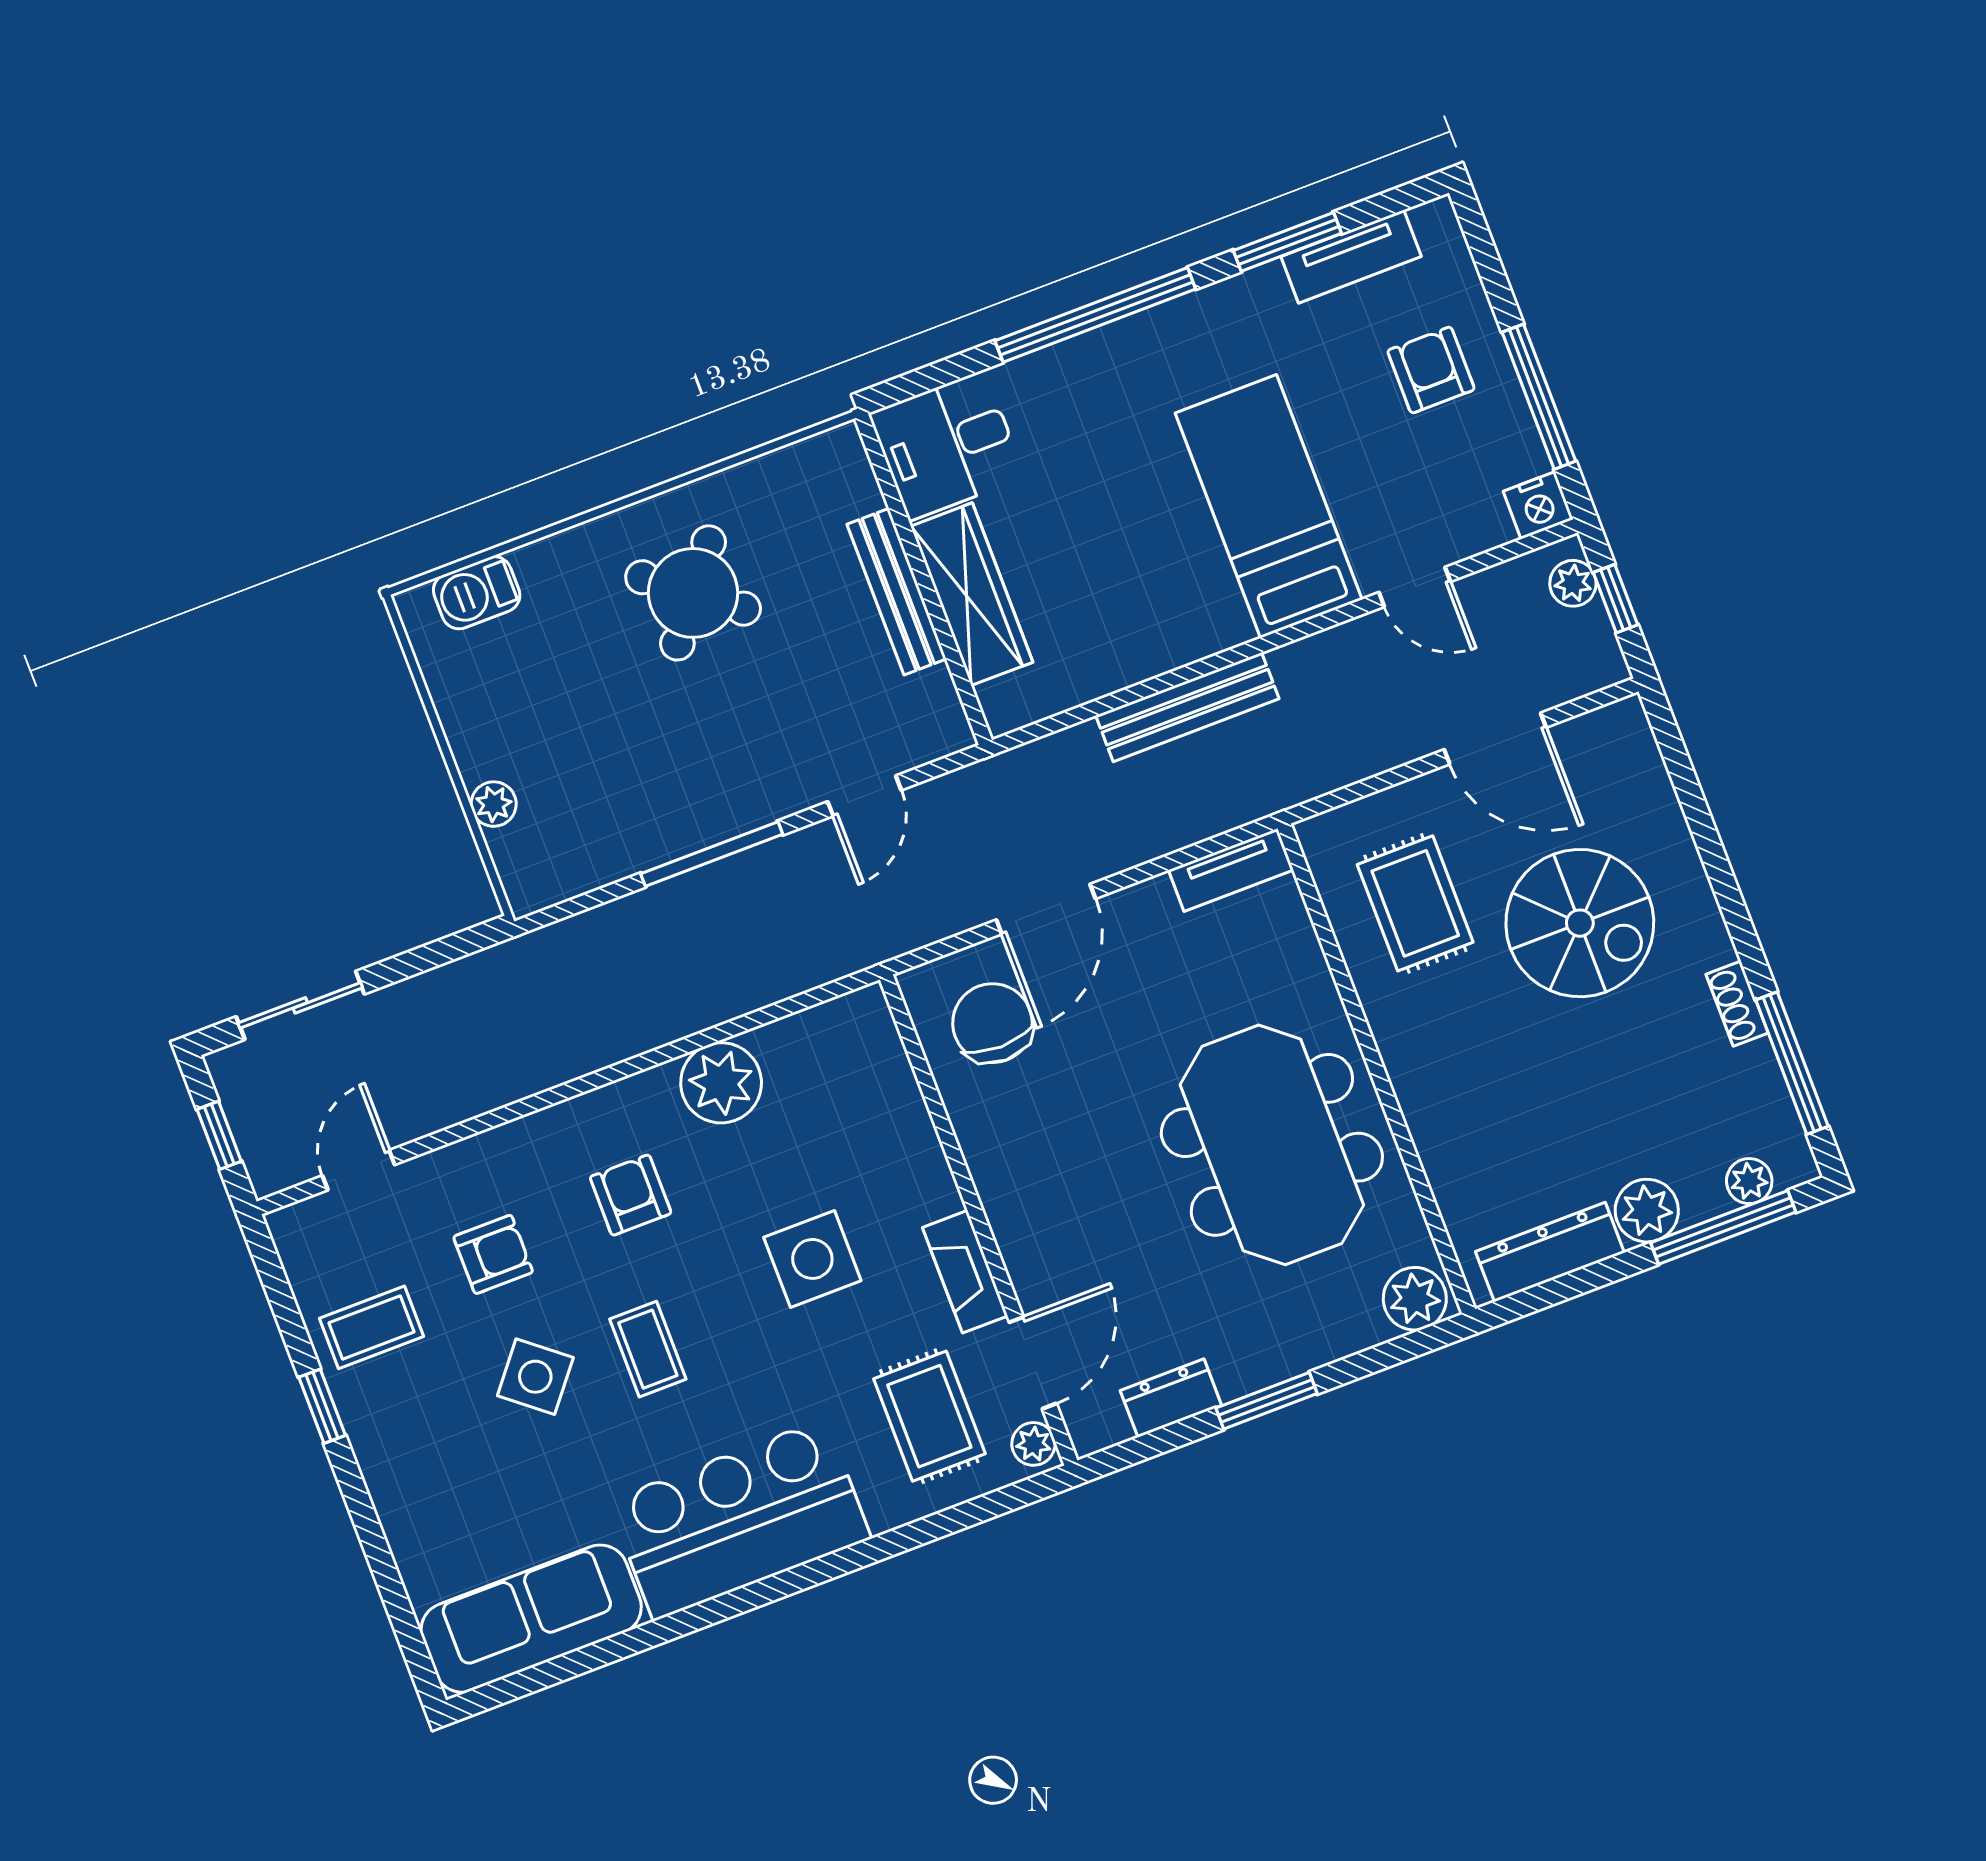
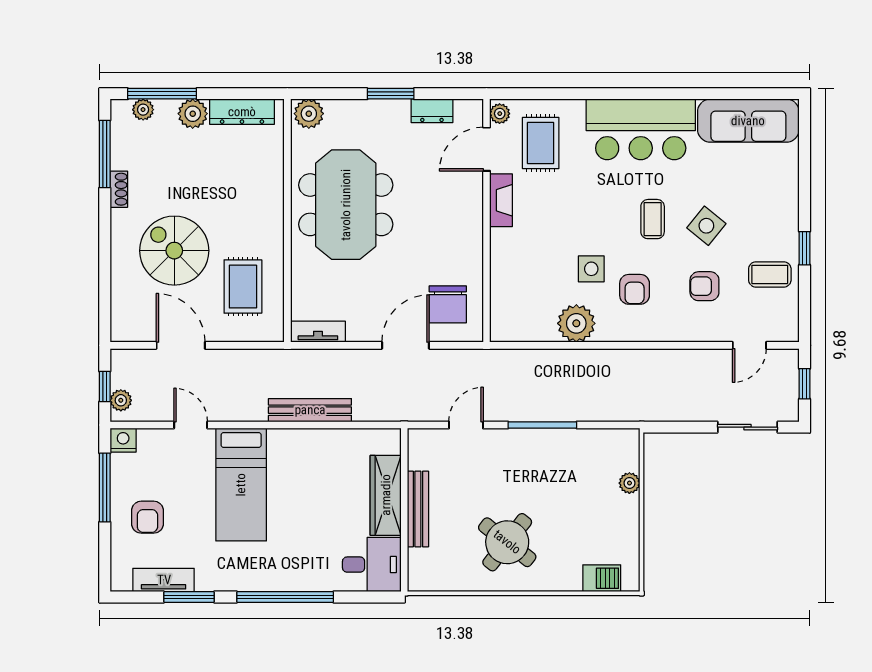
side table: (812, 1259) -> (591, 269), moved, width x0.73, depth x0.73

